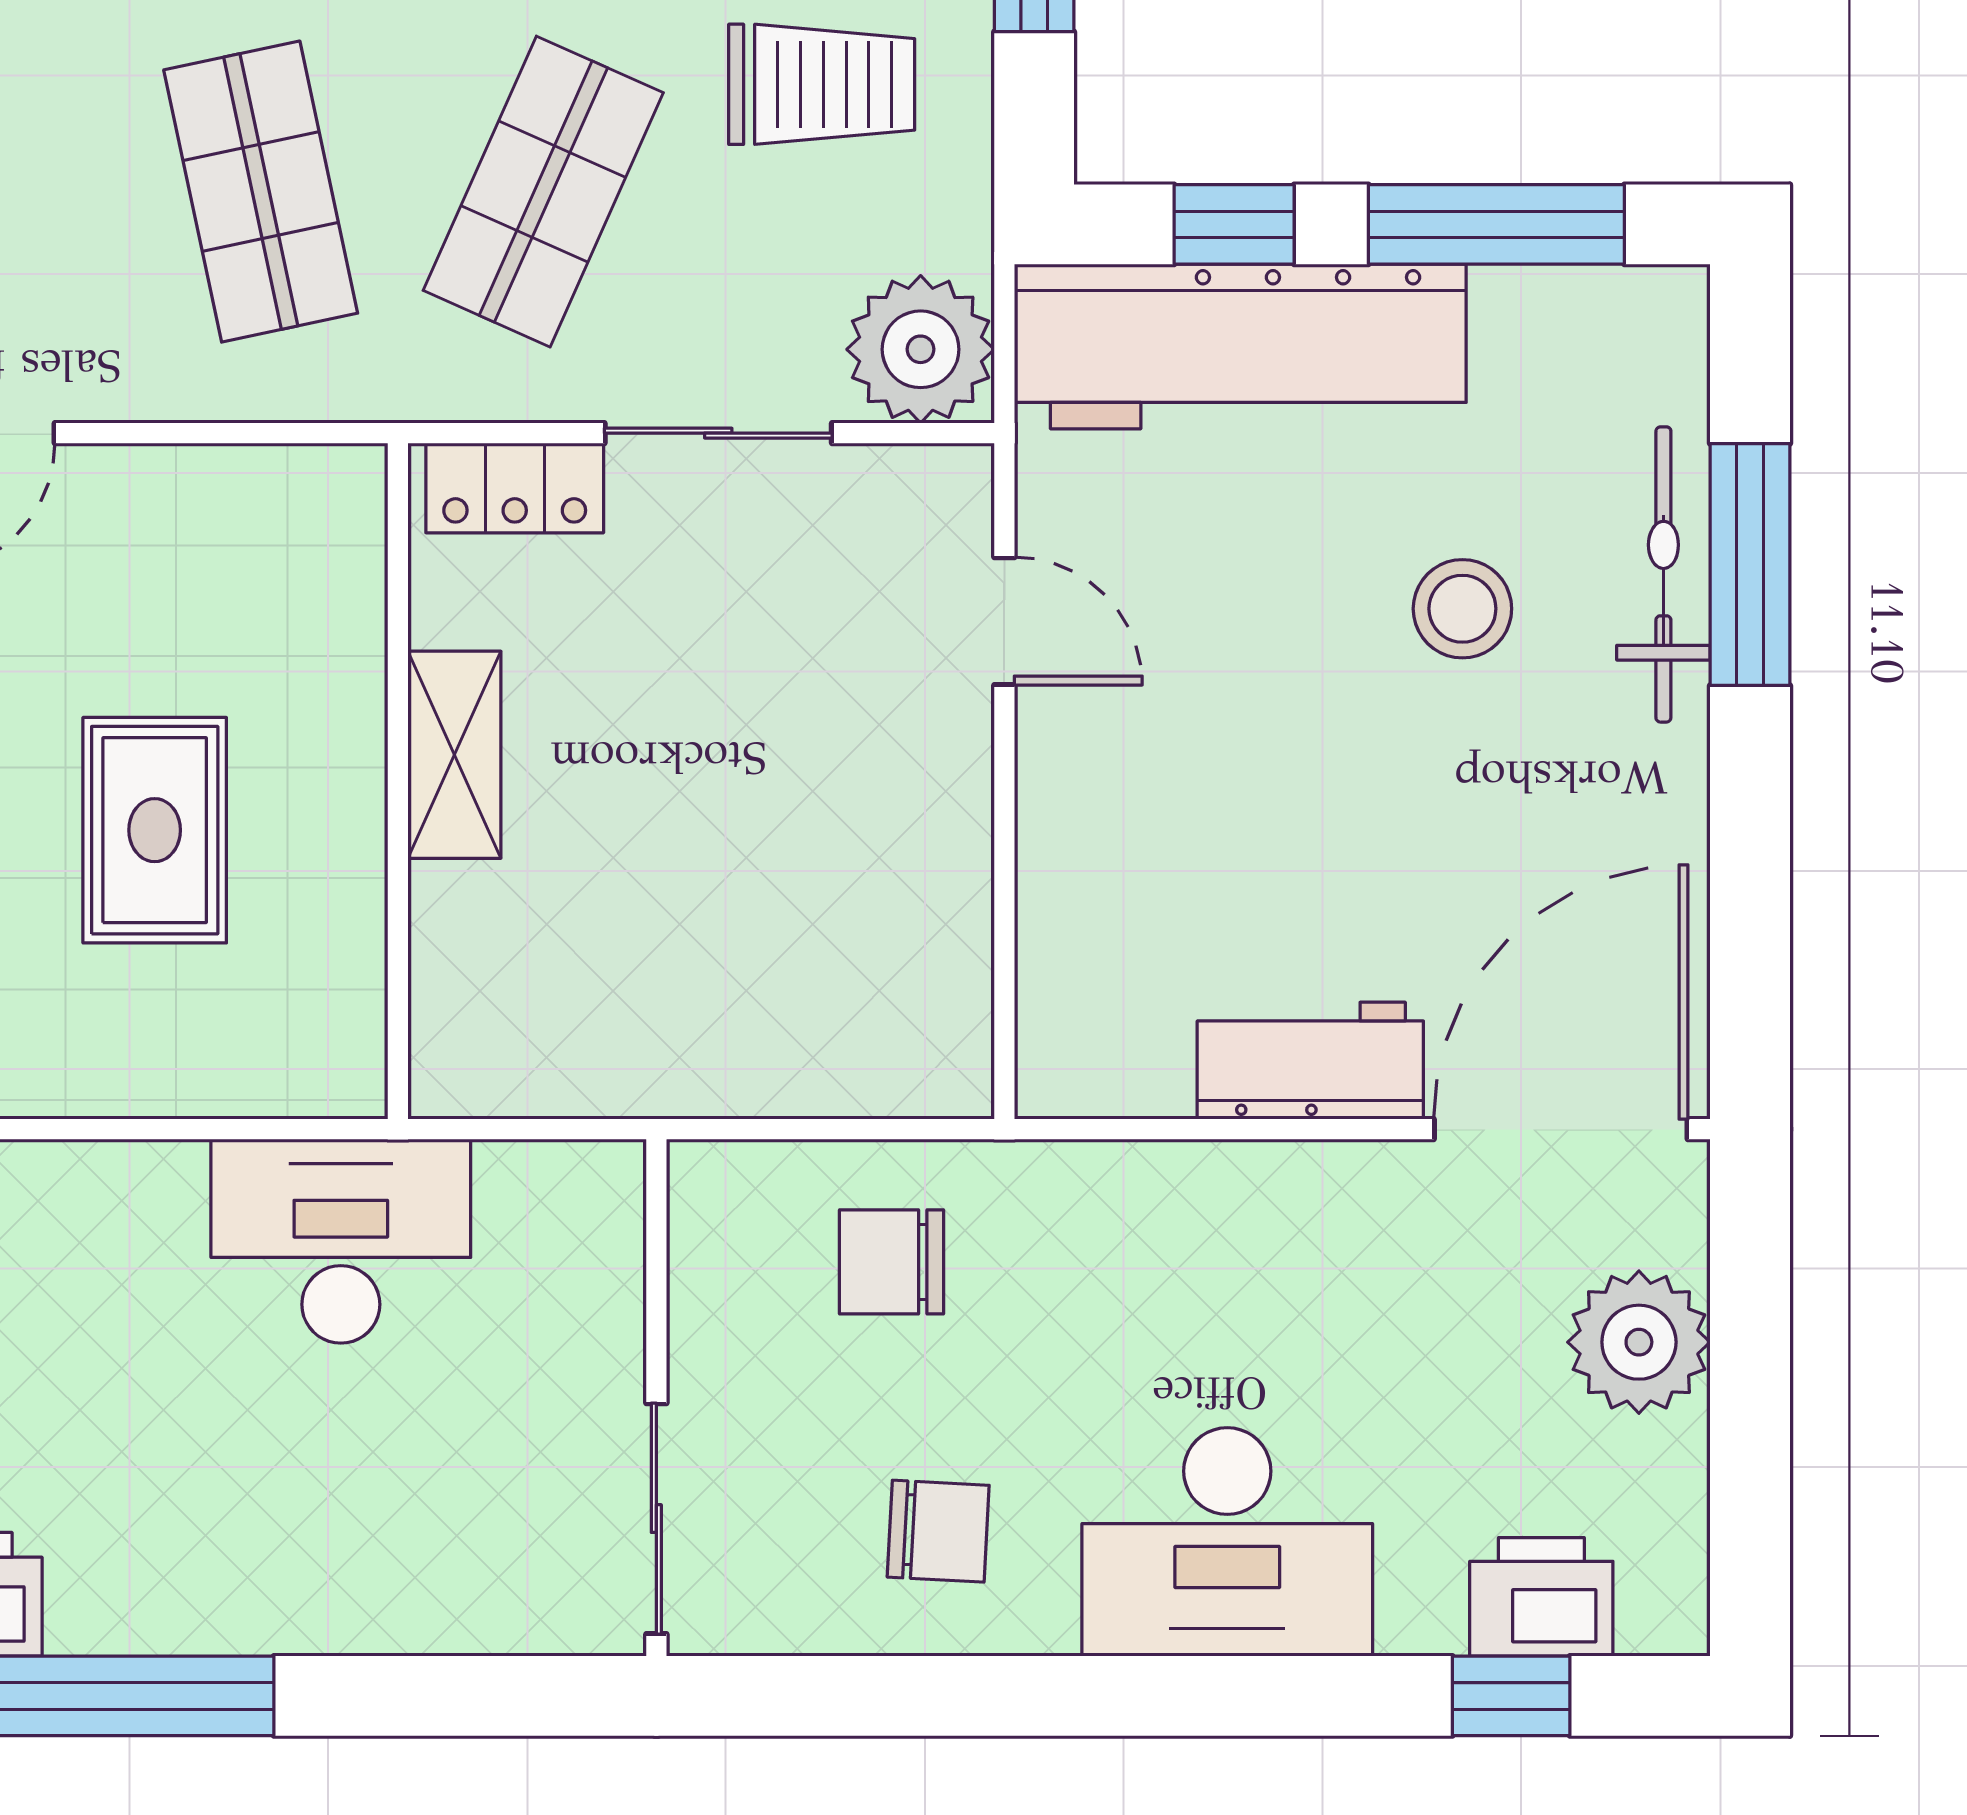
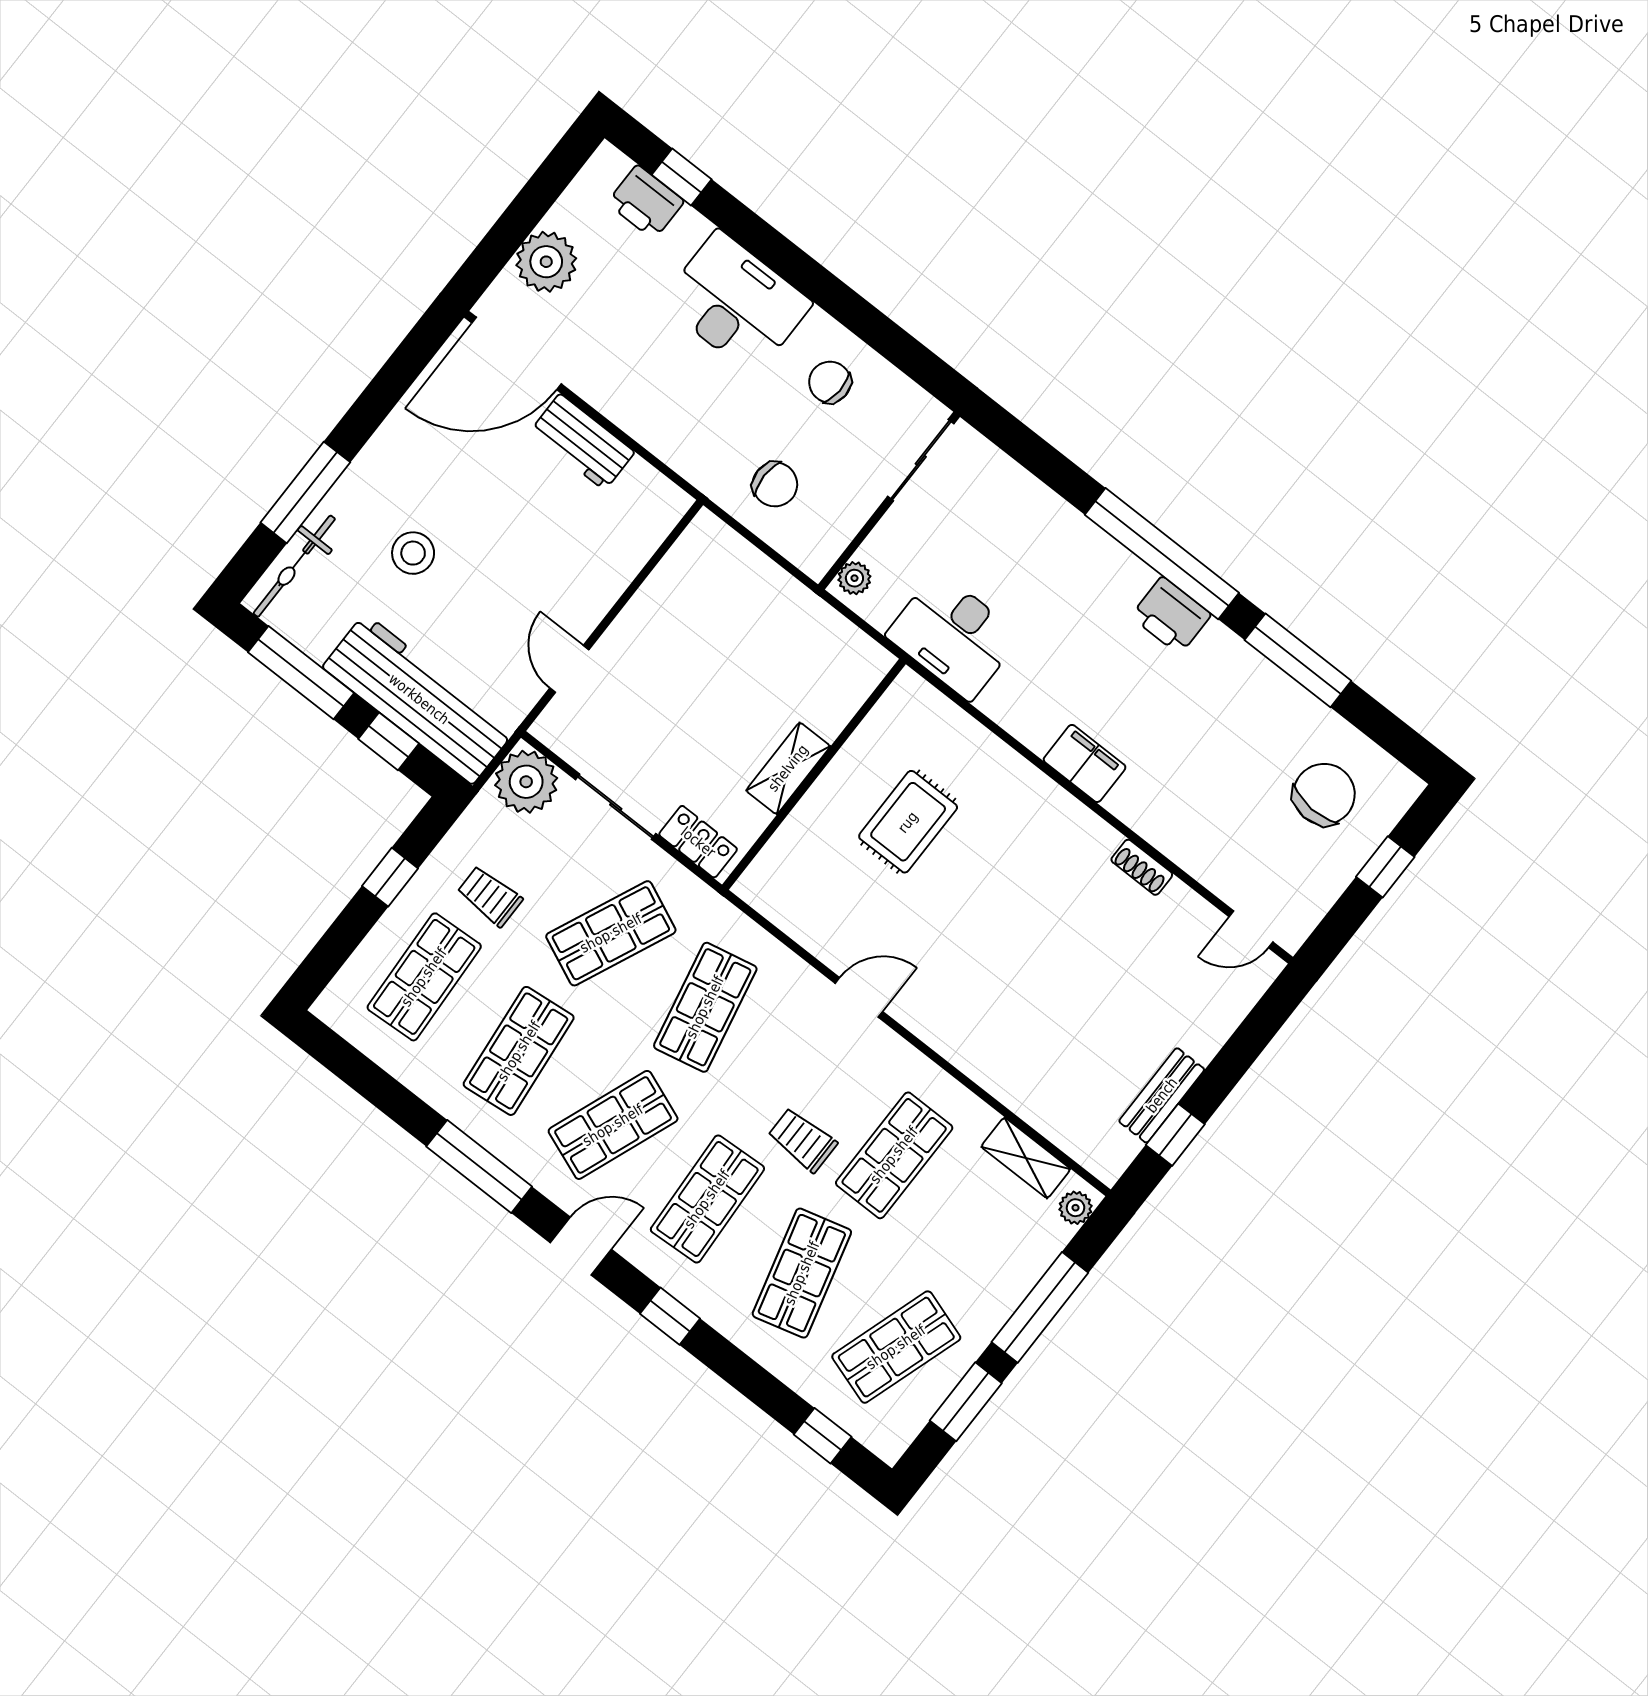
trolley: (822, 84) -> (490, 896), width x0.73, depth x0.72
bicycle: (1663, 574) -> (294, 566), moved
plant: (608, 1204) -> (854, 578), added

